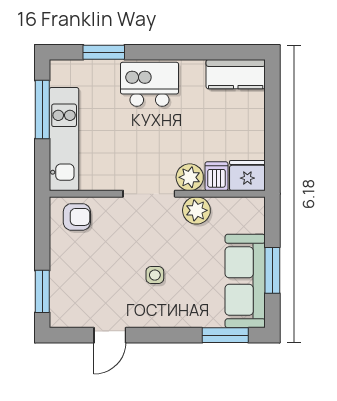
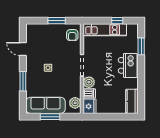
window: (42, 110) -> (117, 21), width x0.46
plant: (196, 210) -> (75, 103), moved
window: (42, 291) -> (57, 21), moved
window: (225, 335) -> (23, 81), moved

